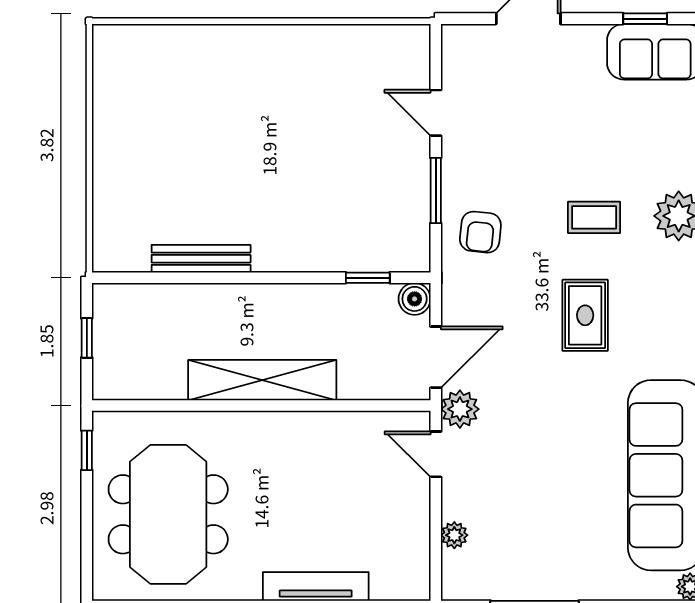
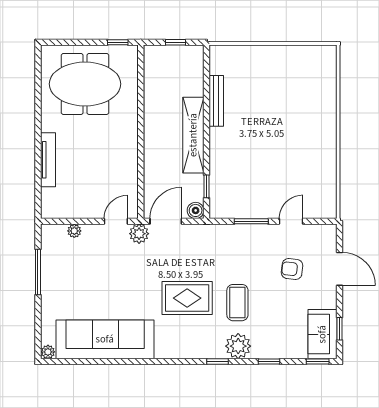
coffee table: (594, 217) -> (237, 303), width x1.36, depth x1.30
armchair: (480, 232) -> (292, 269), moved
rug: (585, 315) -> (187, 298), width x1.36, depth x1.43
door: (436, 357) -> (166, 221), swing flipped
shelving: (262, 380) -> (193, 135), moved

